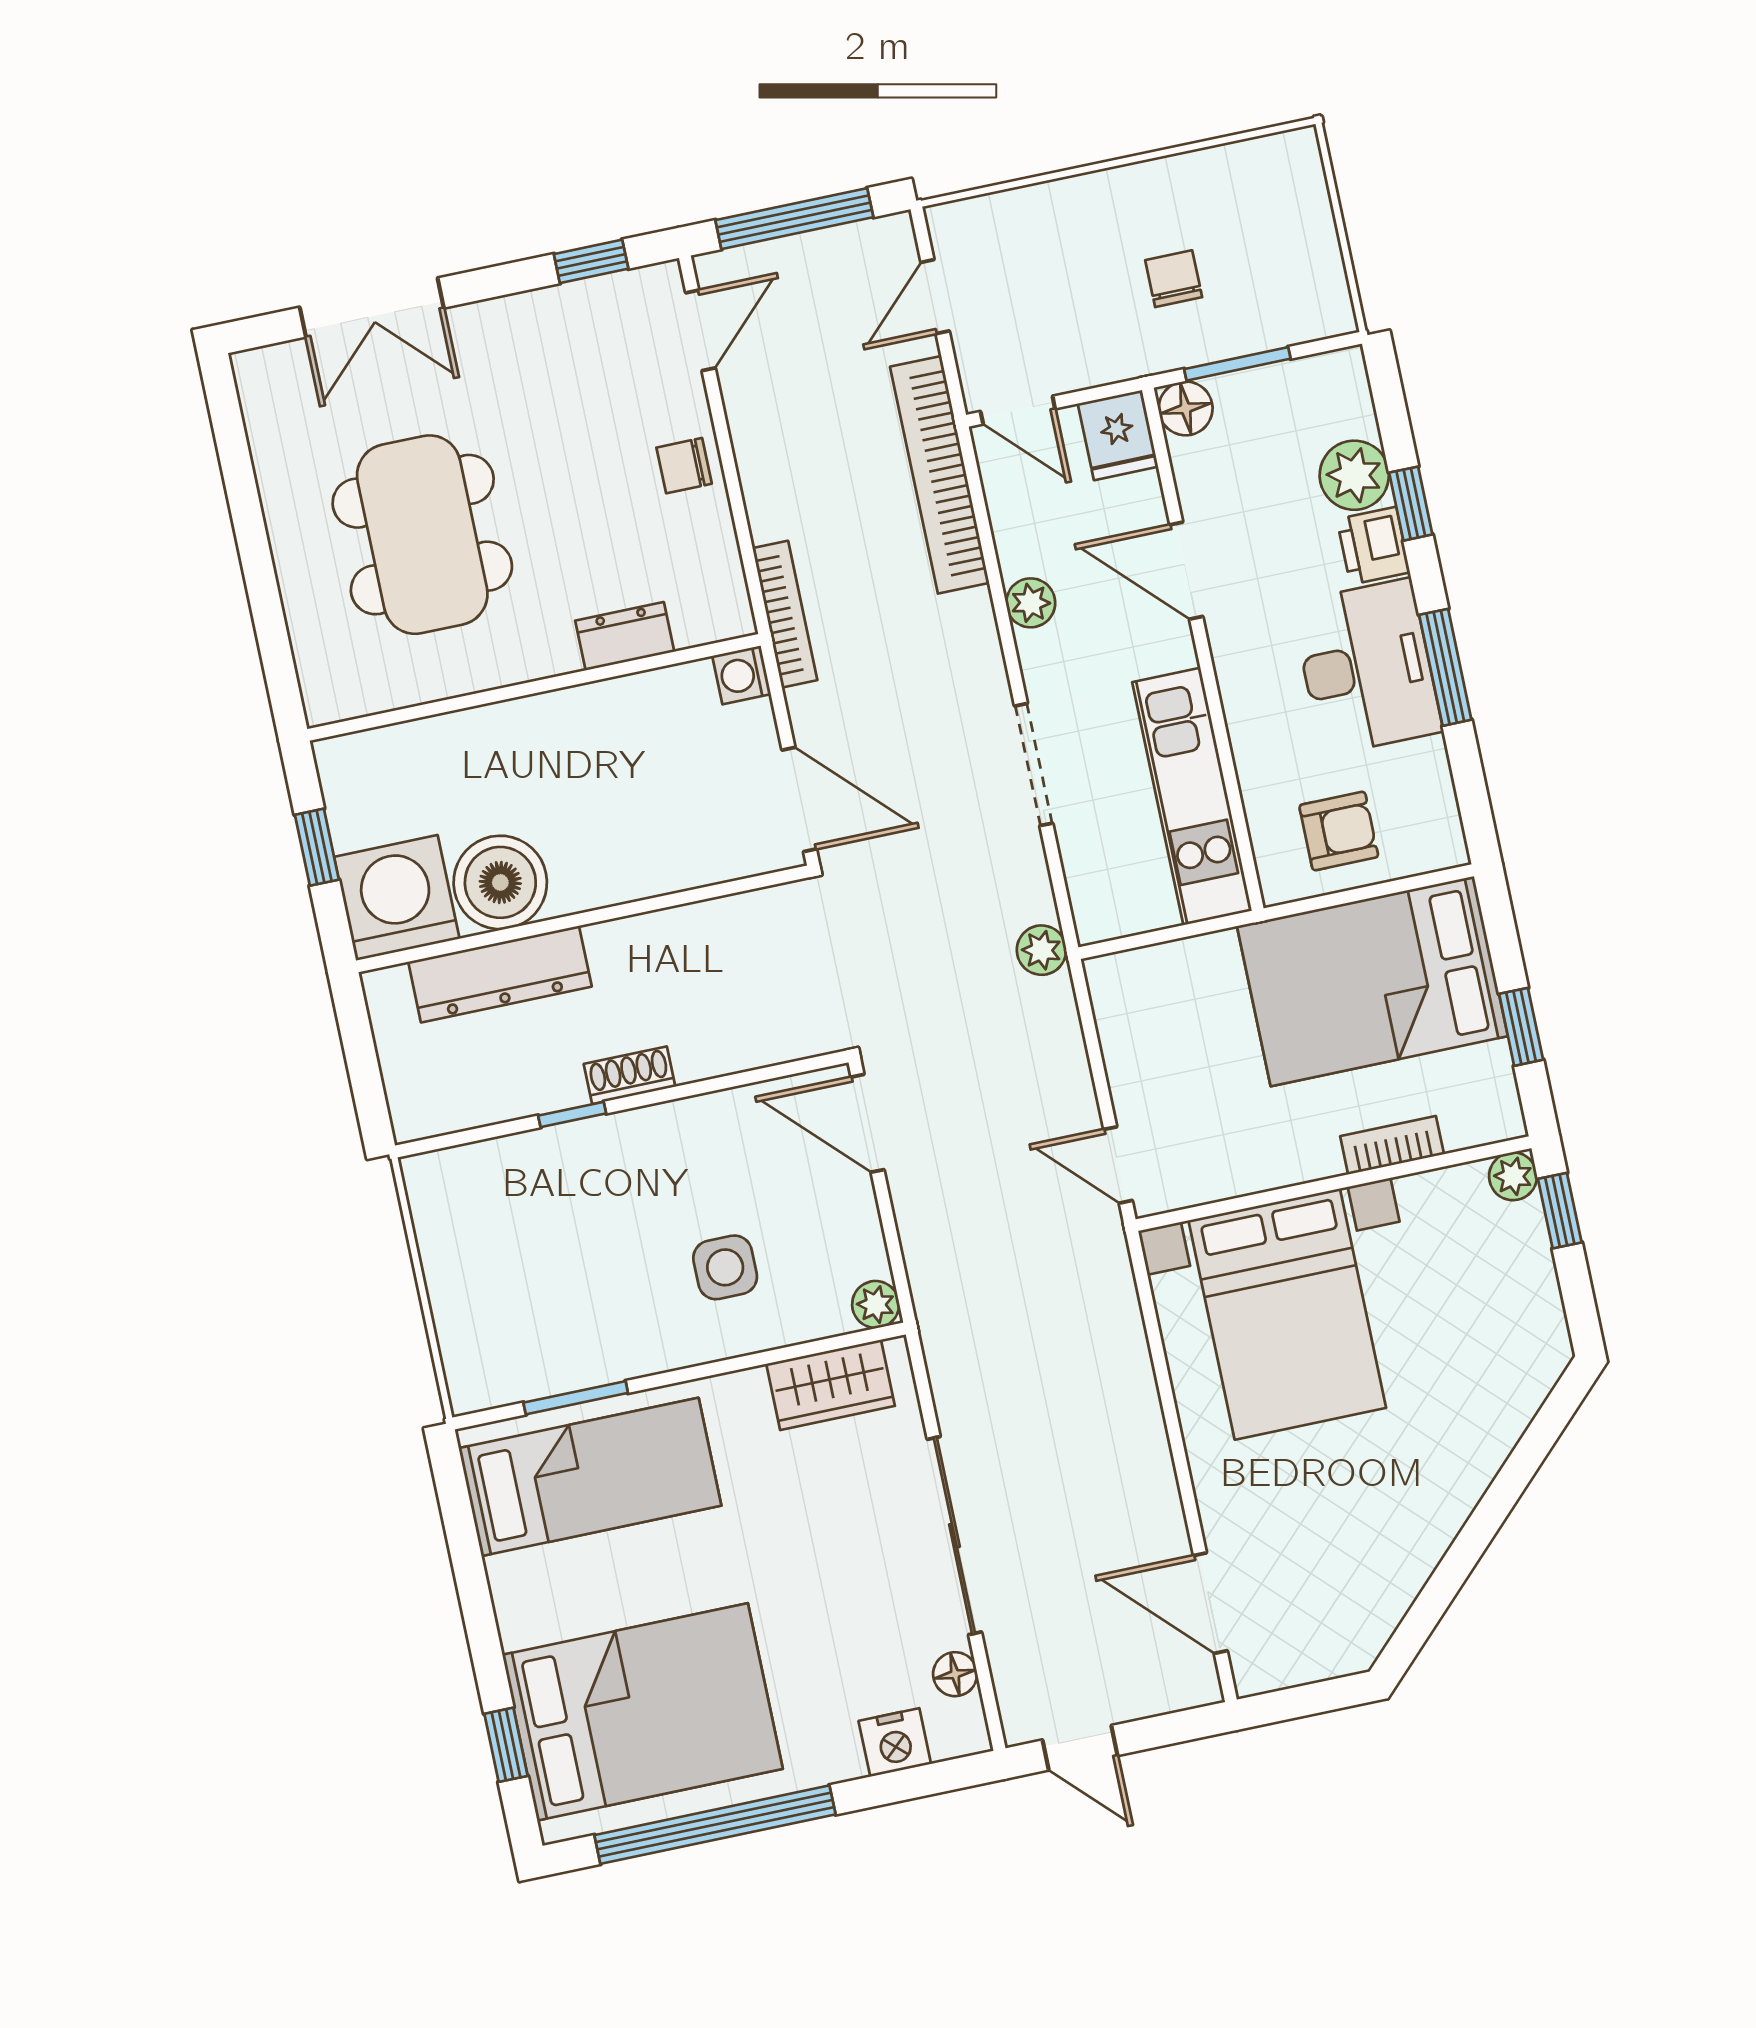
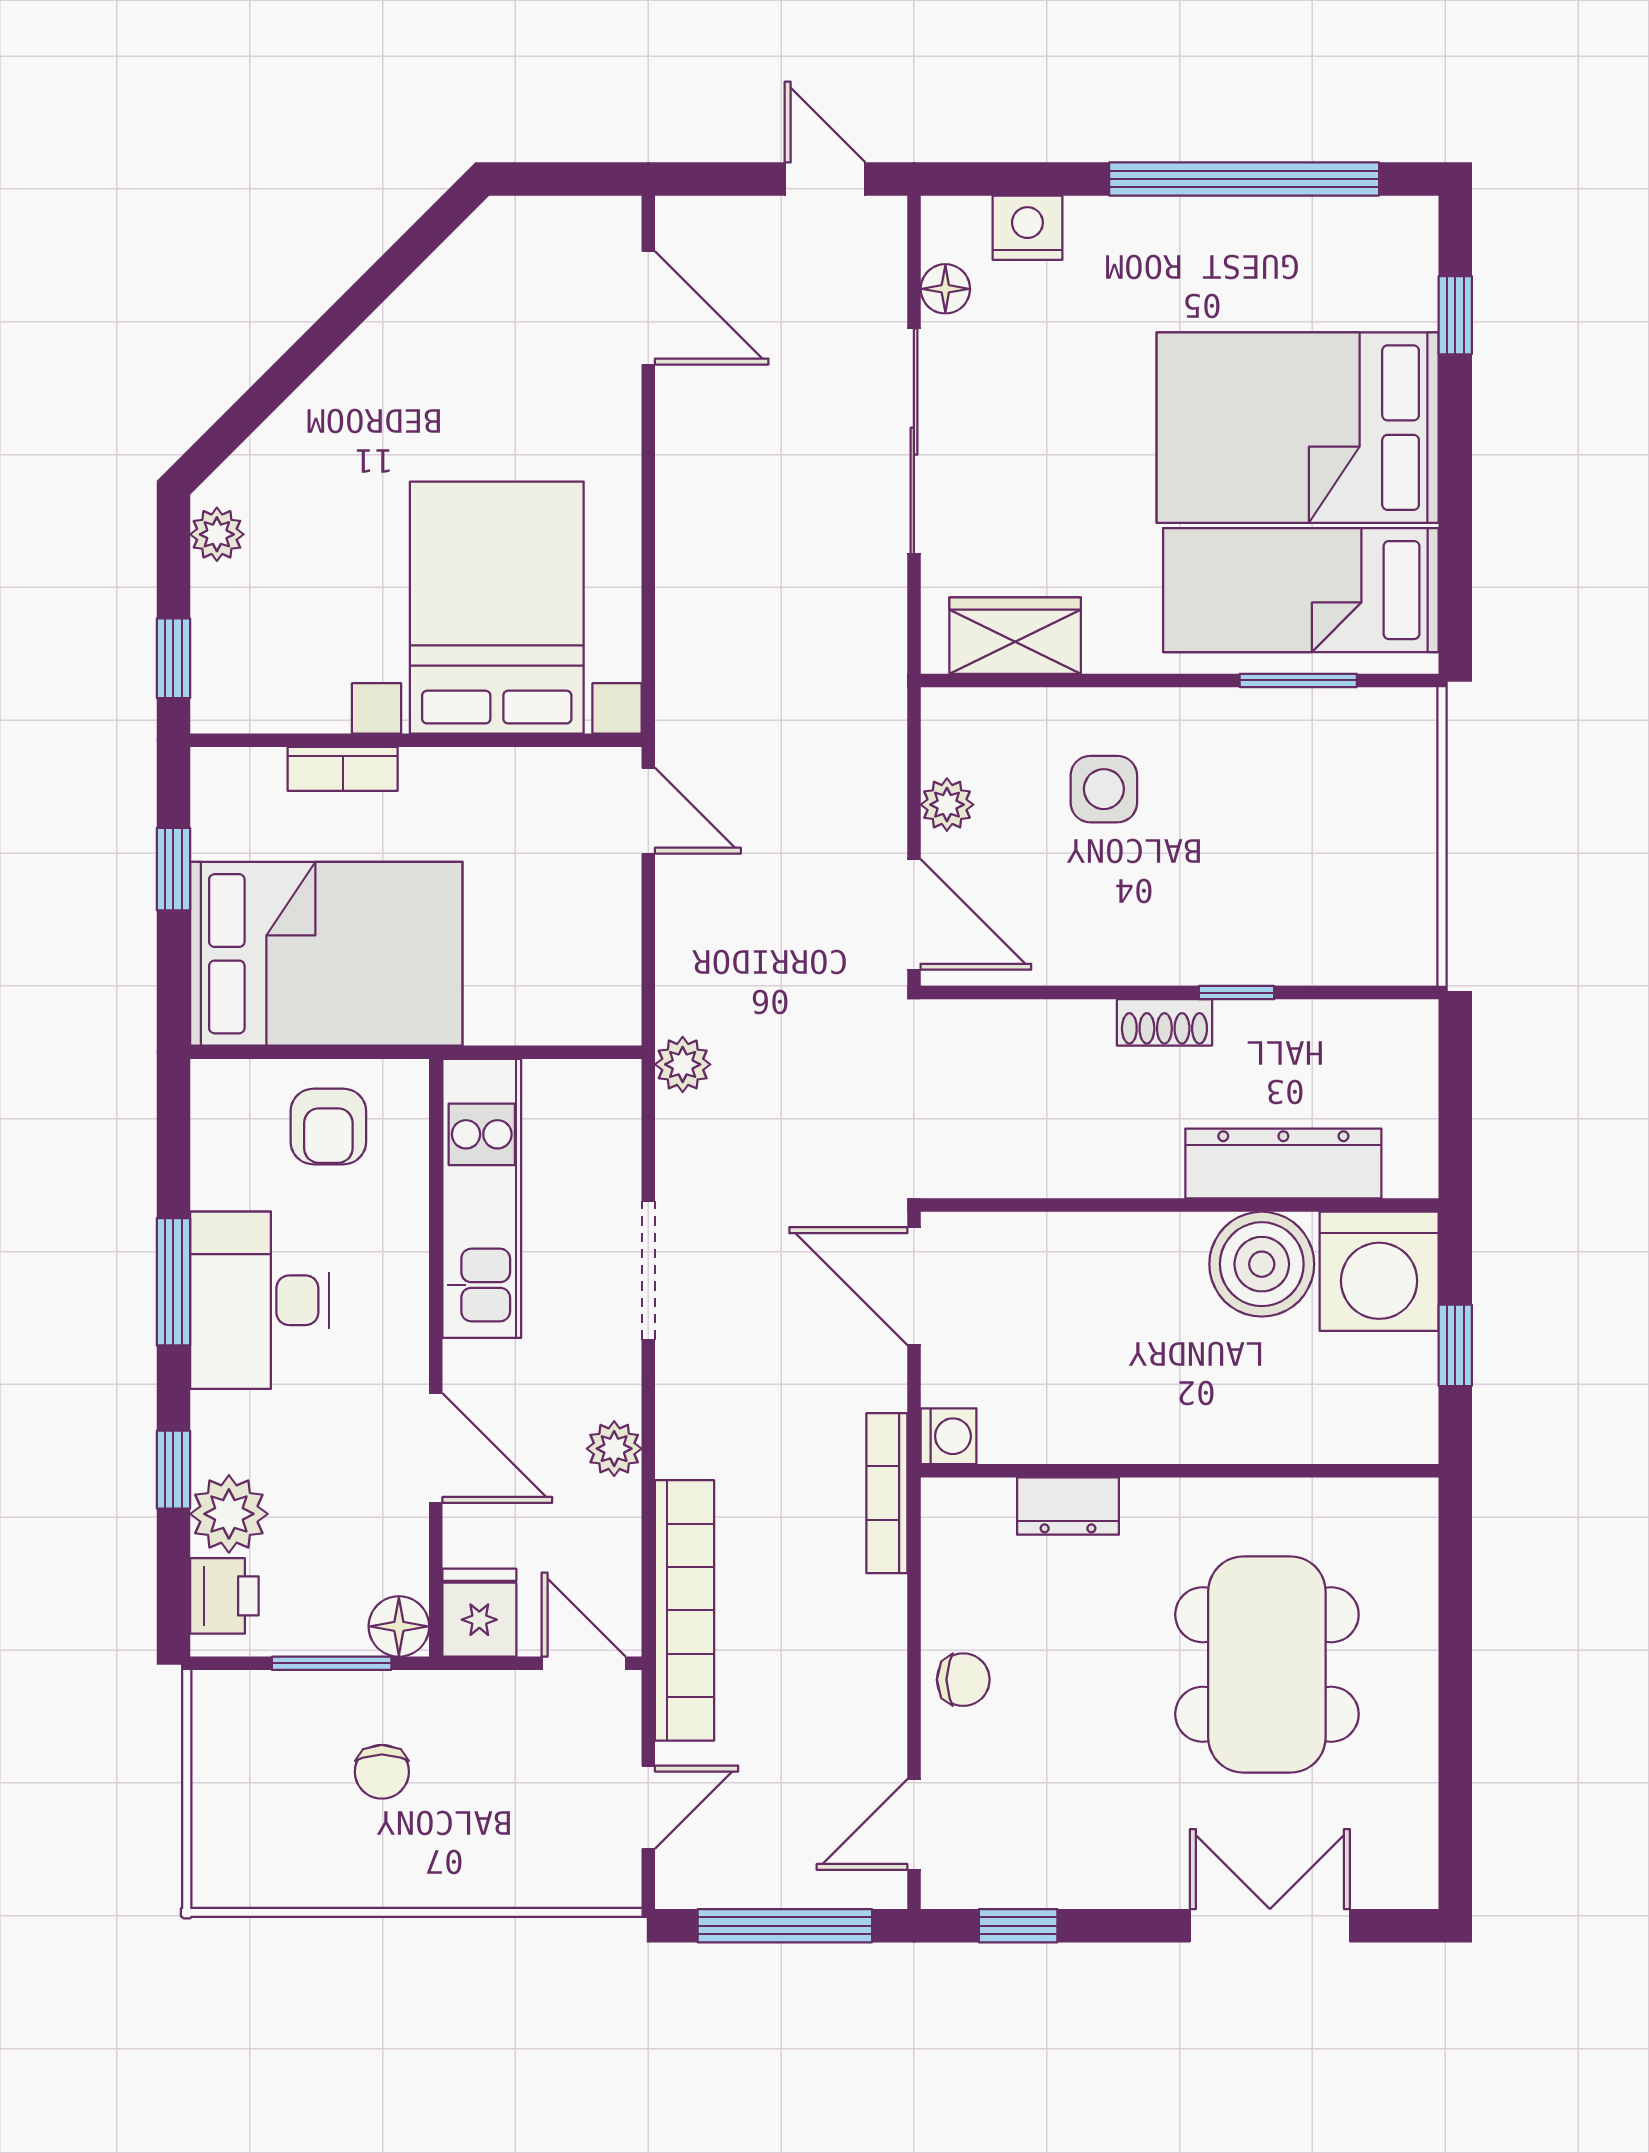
printer: (1373, 546) -> (224, 1596), moved
armchair: (1339, 831) -> (328, 1127), turned -90
plant: (1513, 1176) -> (217, 534), moved
plant: (876, 1304) -> (947, 805), moved
bed: (642, 1712) -> (1298, 428), moved

